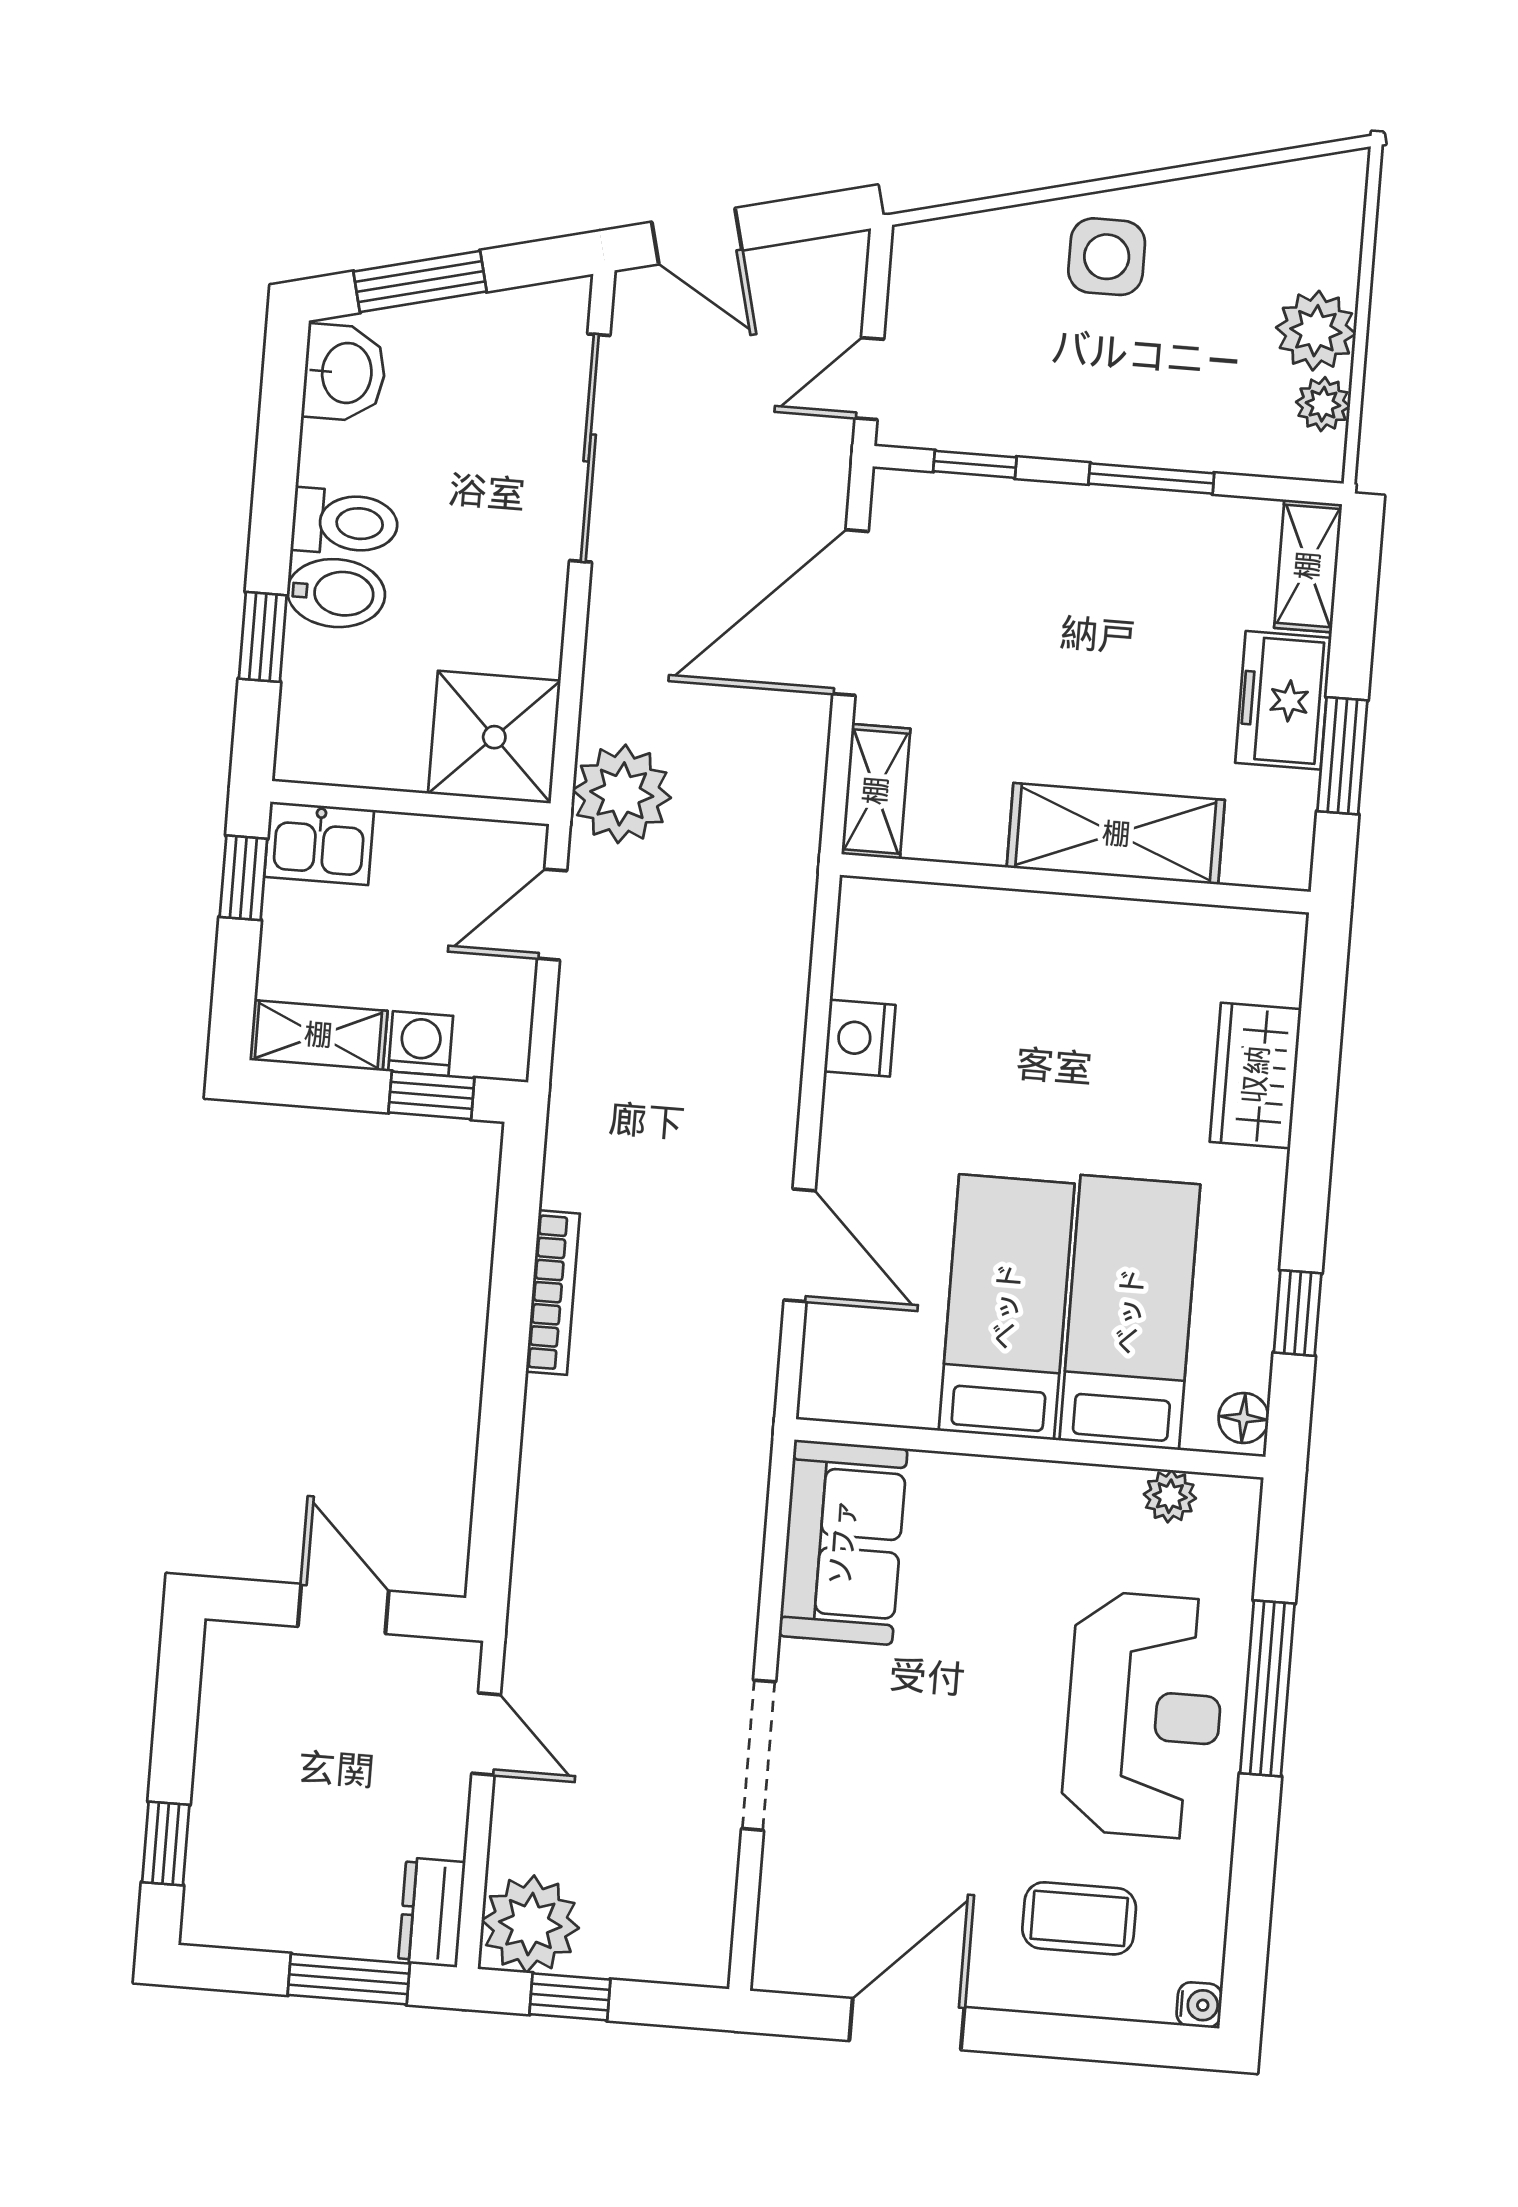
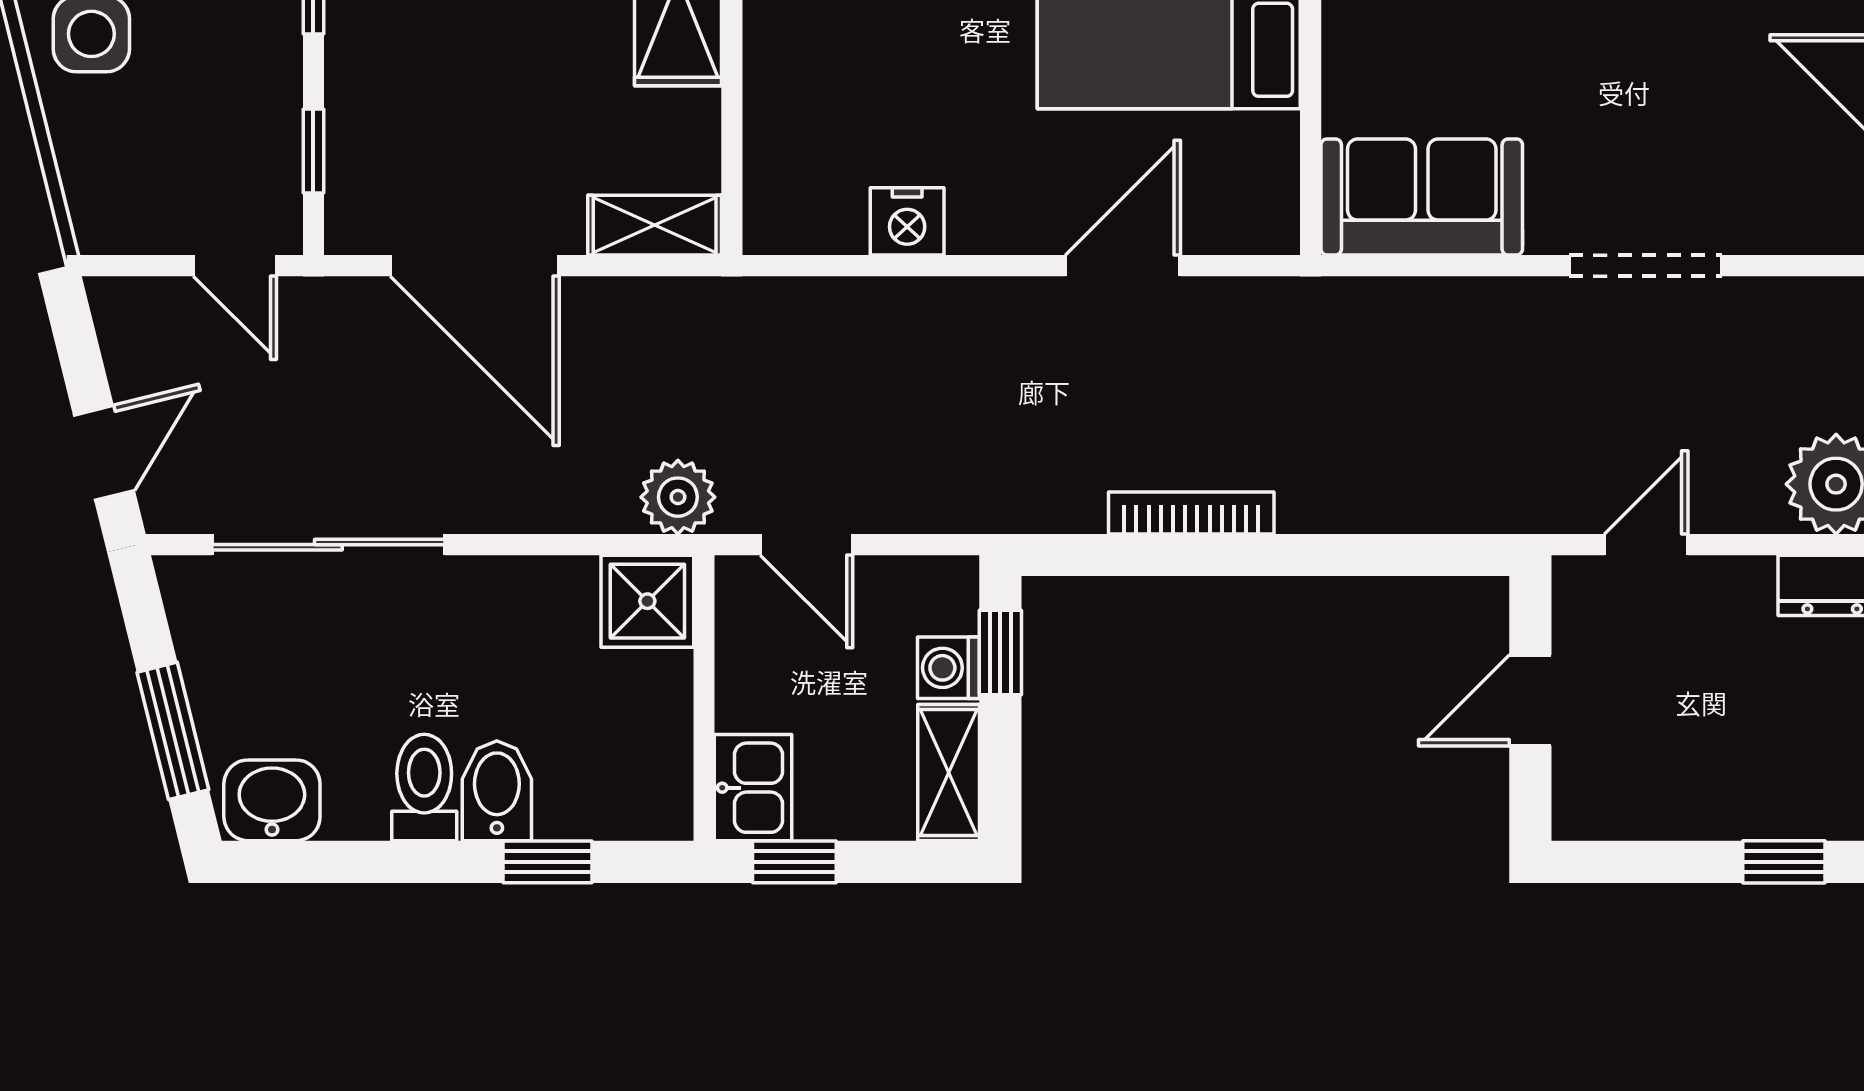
shower: (494, 737) -> (647, 601), width x0.73, depth x0.73
plant: (622, 794) -> (678, 497), width x0.73, depth x0.73

